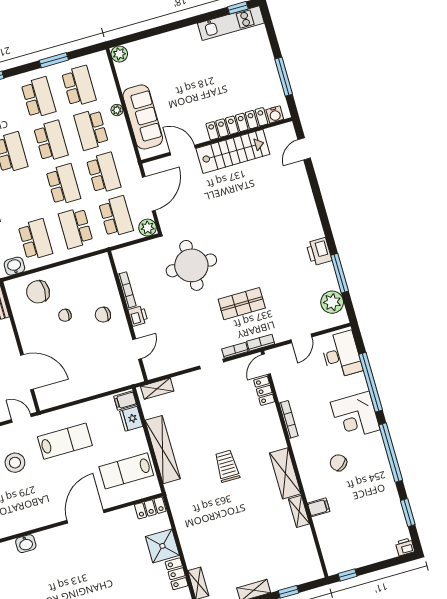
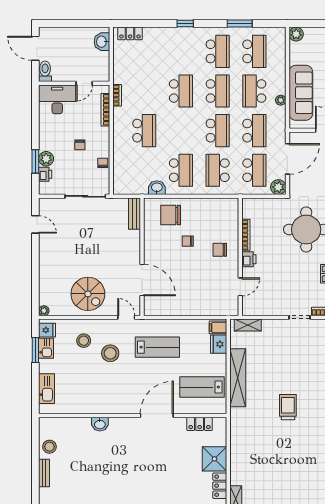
plant: (117, 110) -> (281, 100), moved
locker: (150, 508) -> (200, 424), moved

